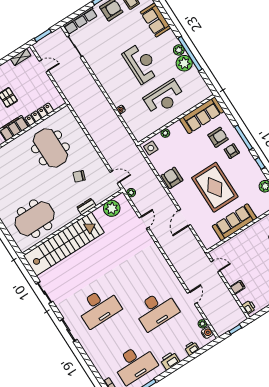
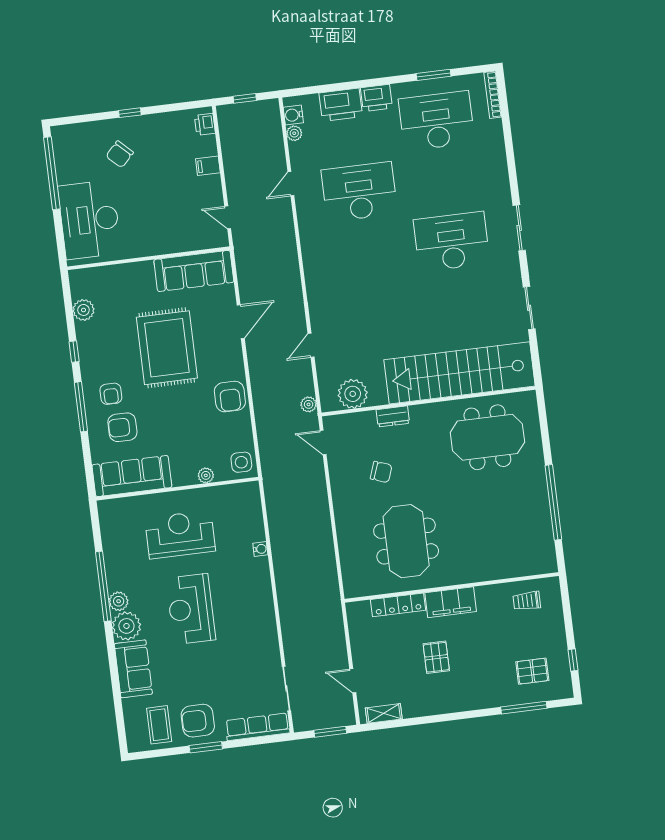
plant: (184, 63) -> (126, 626), moved
sofa: (235, 222) -> (194, 271), moved
printer: (192, 348) -> (341, 105), width x1.87, depth x1.48

